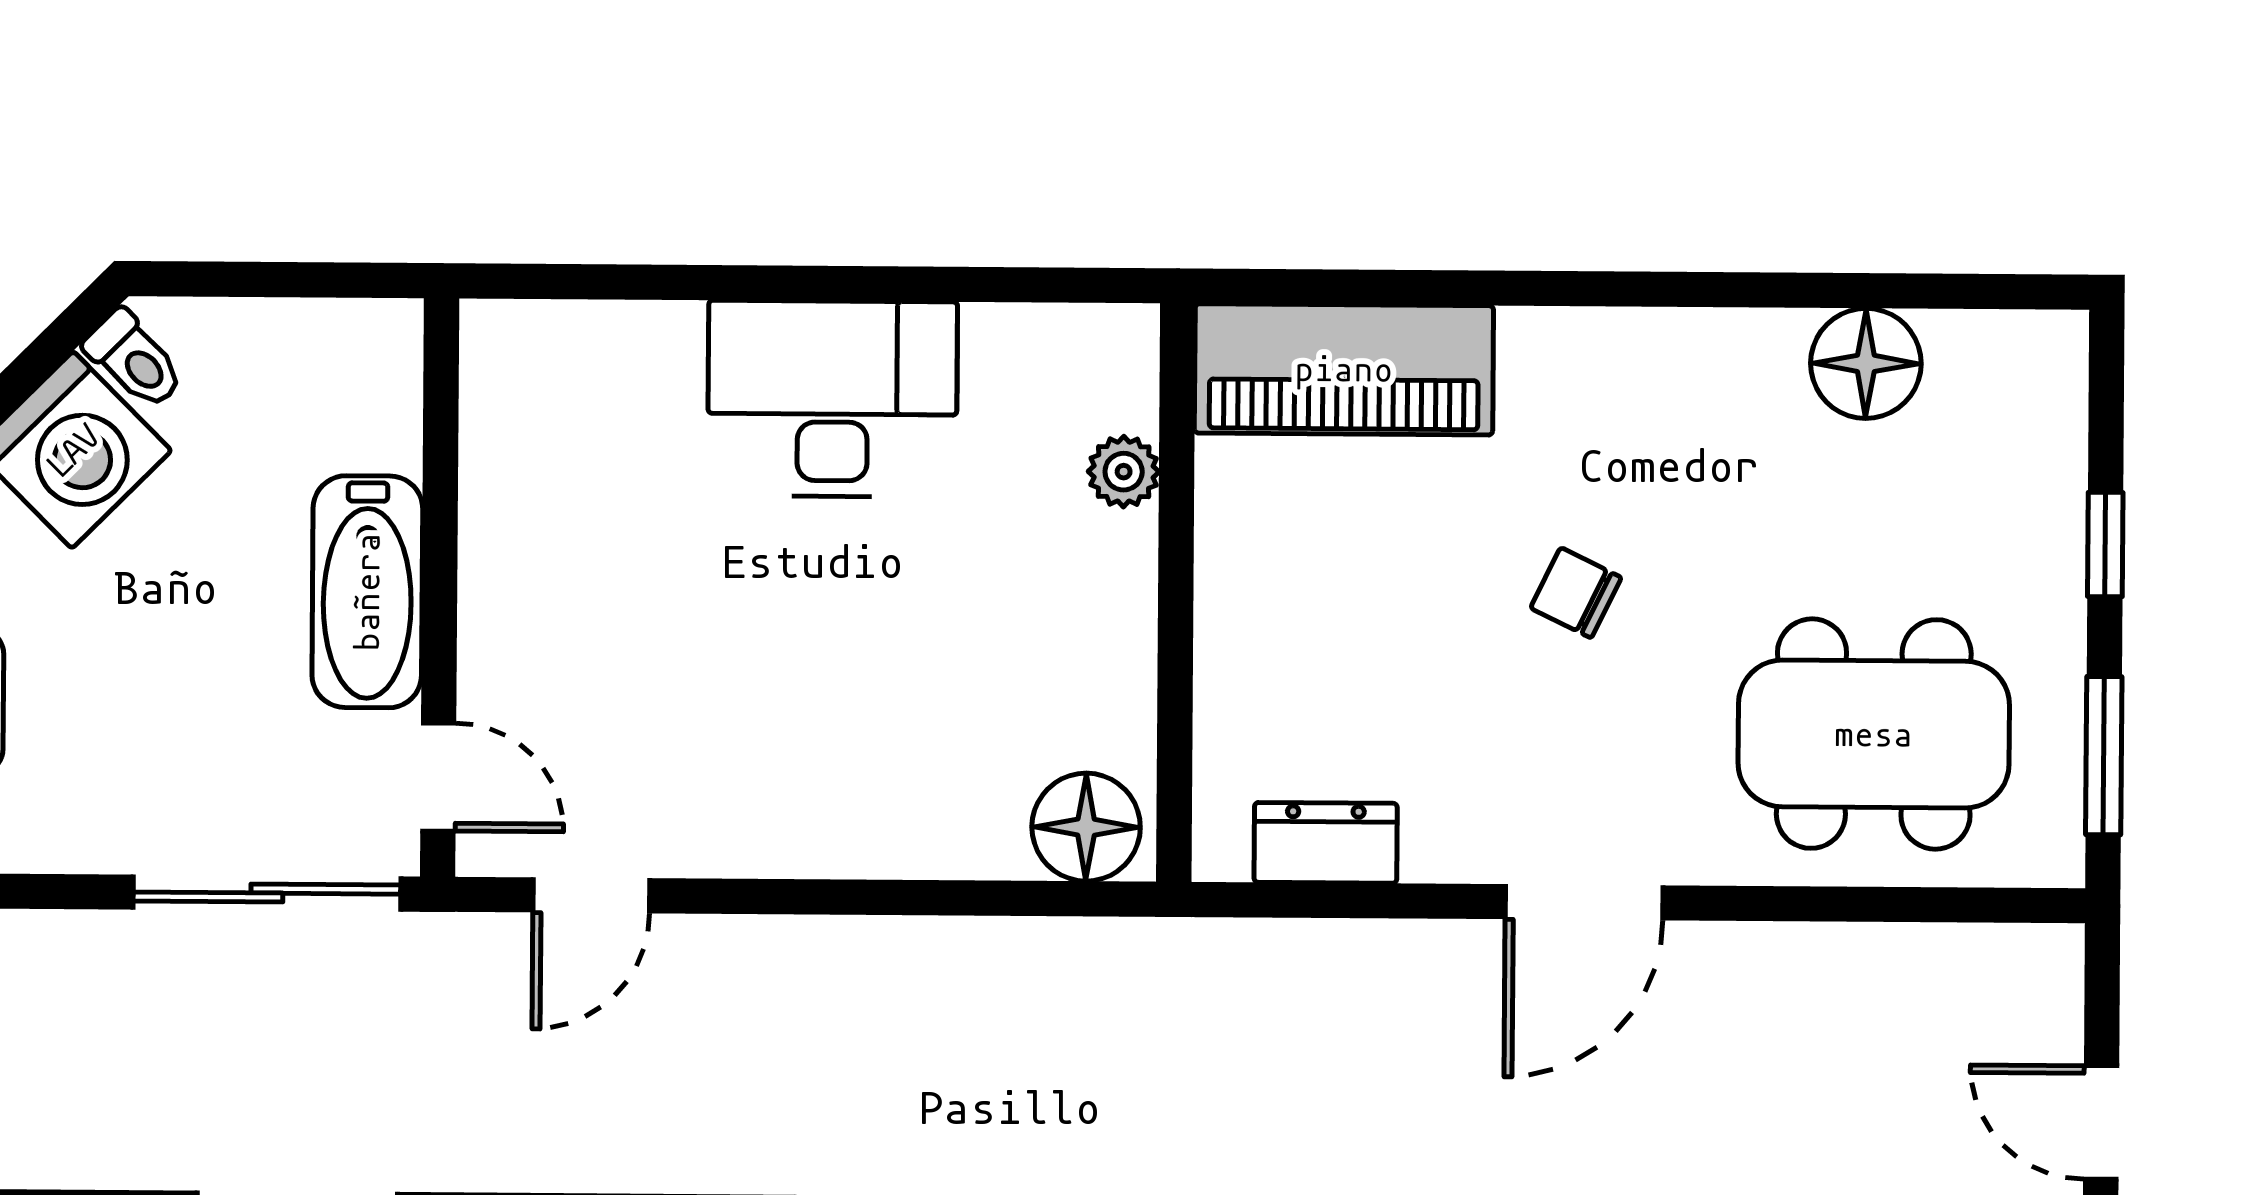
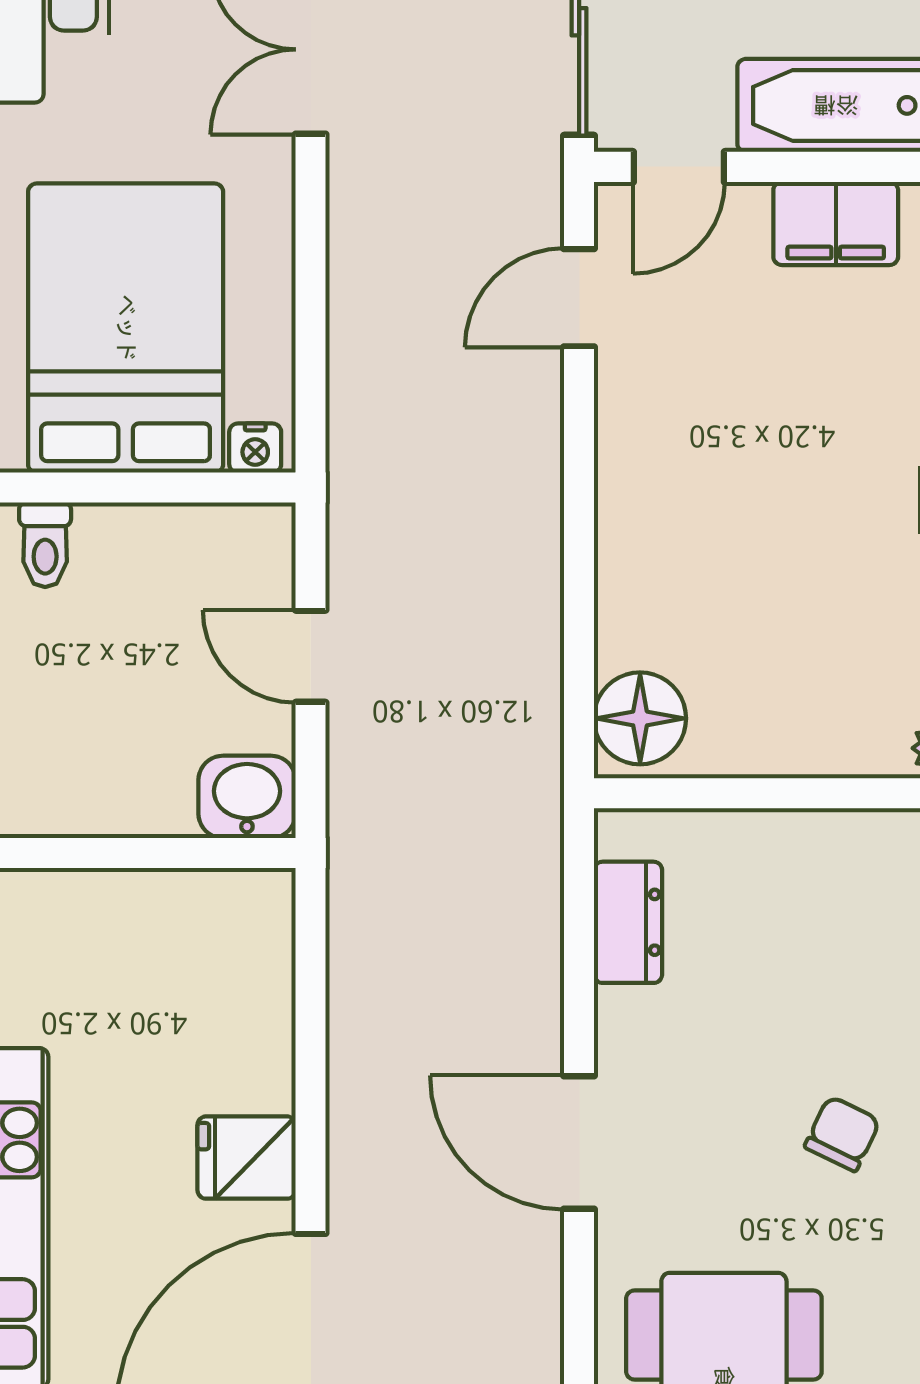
filing cabinet: (506, 593) -> (836, 223), added
door: (591, 895) -> (579, 298), hinge flipped

